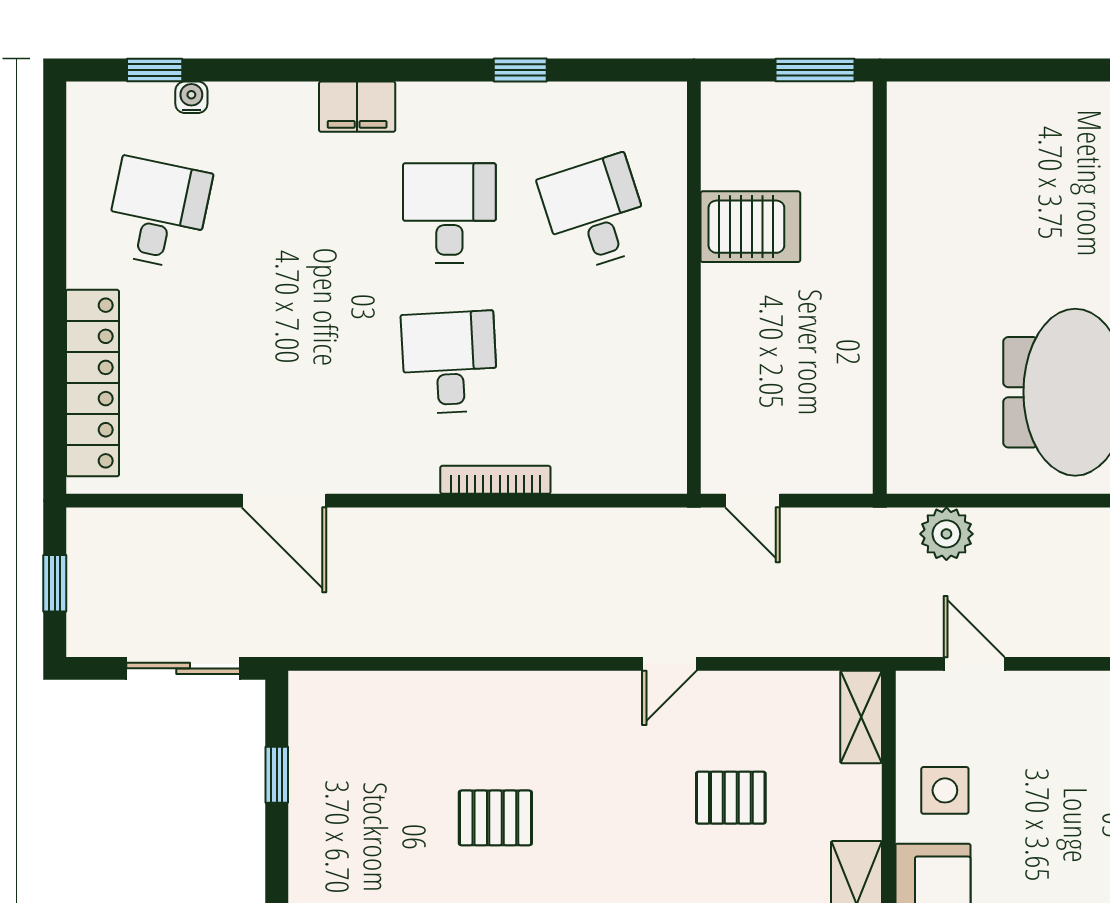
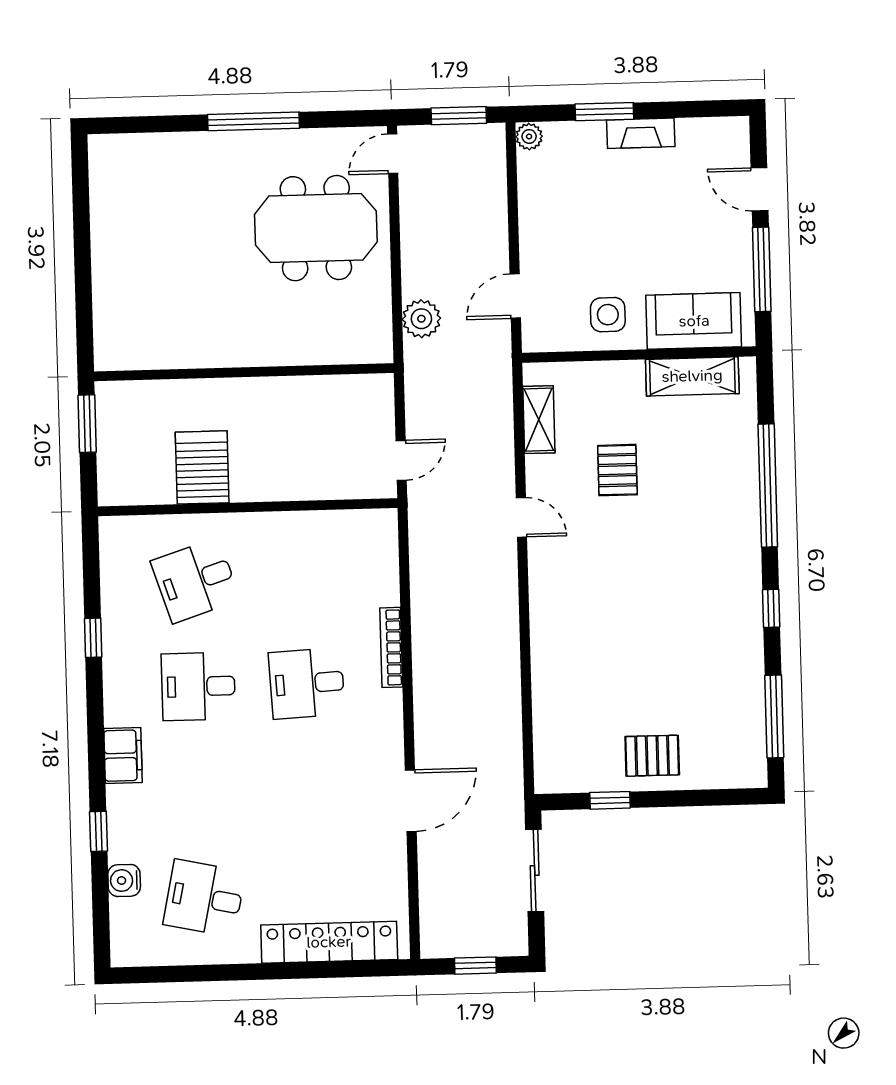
window: (155, 70) -> (98, 831), moved
water cooler: (191, 97) -> (124, 880), width x1.38, depth x1.38
shelving: (861, 717) -> (539, 420), moved, turned 90
pallet: (495, 818) -> (652, 756), moved, turned 90

